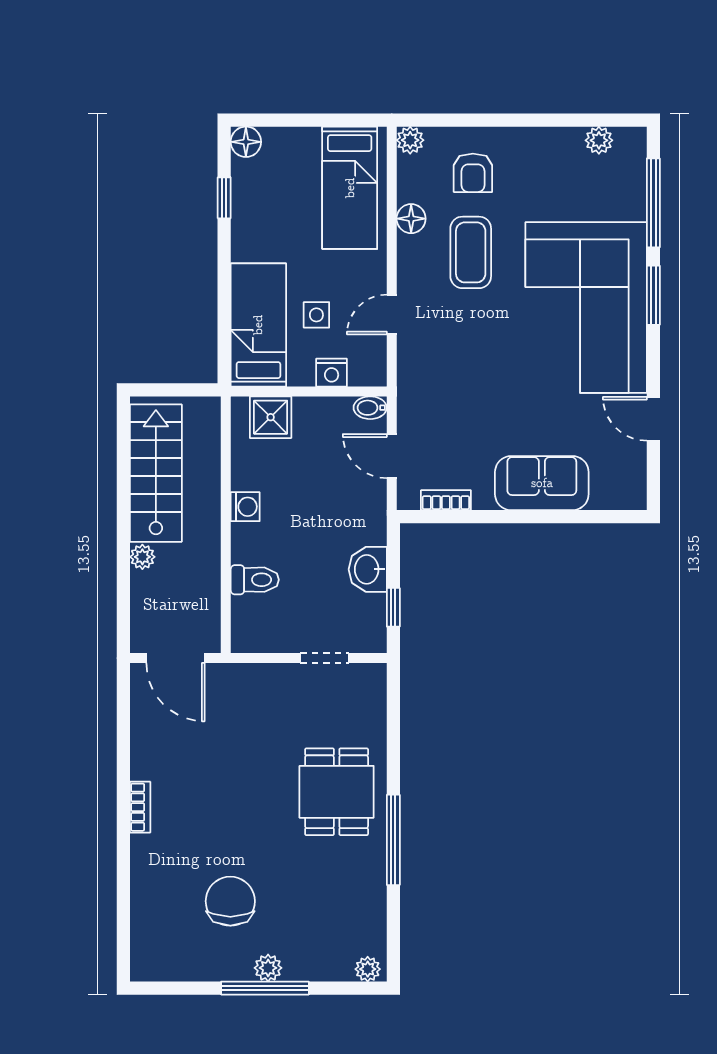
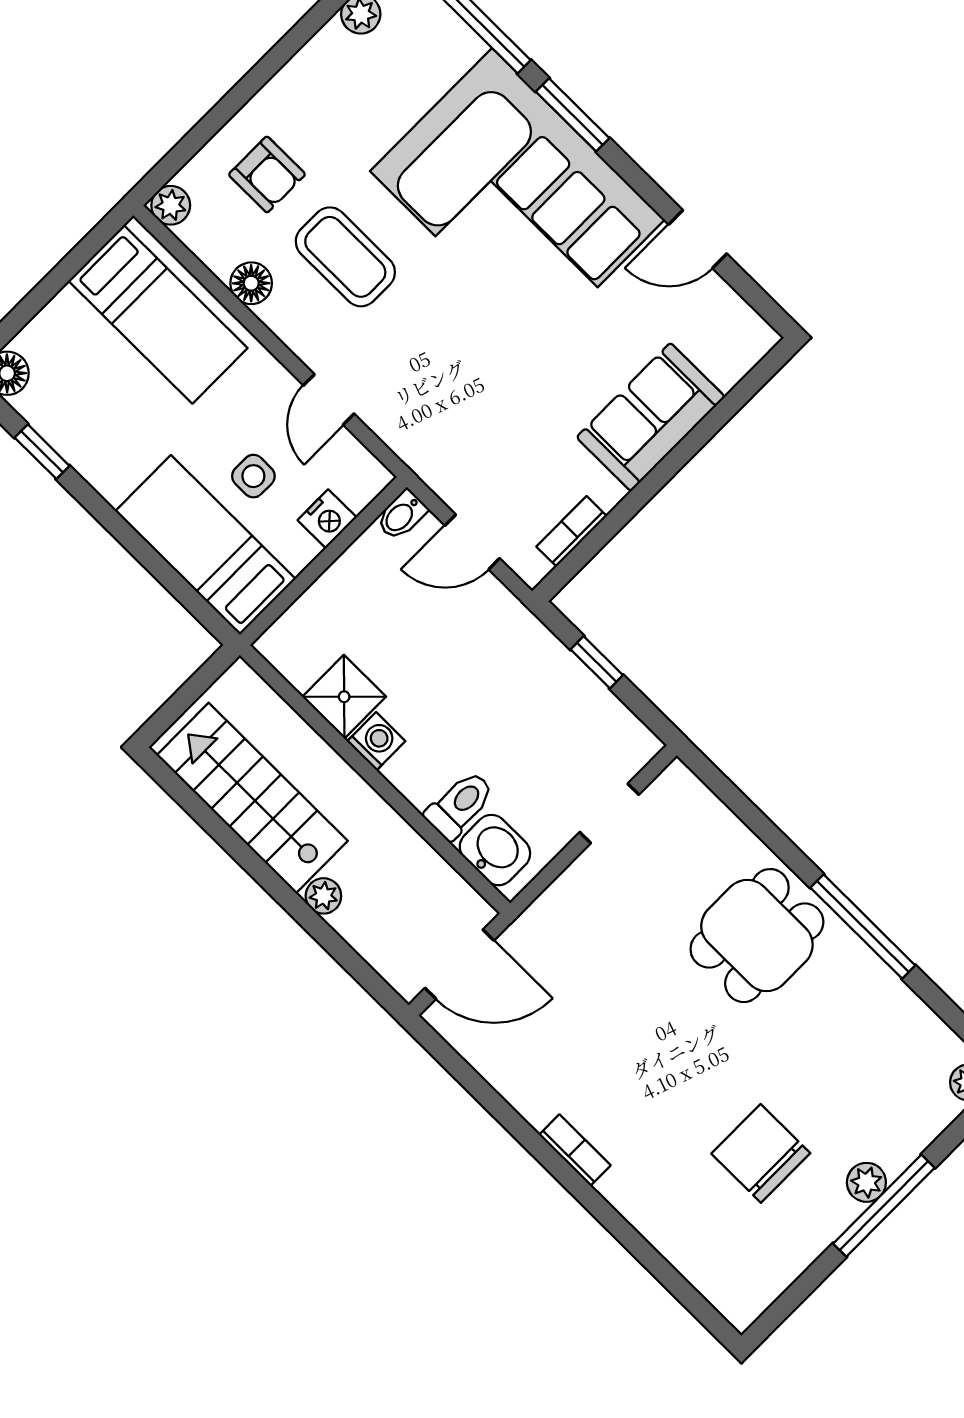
shower: (271, 417) -> (344, 697), moved
washbasin: (368, 569) -> (495, 850), moved, turned 180
window: (393, 607) -> (597, 662), moved
dining table: (337, 792) -> (757, 936), turned 90

